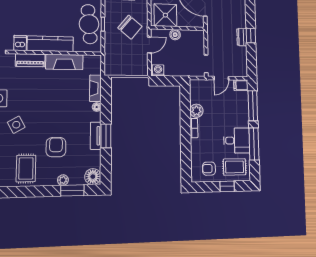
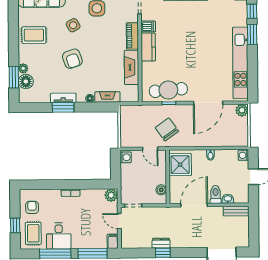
chair: (130, 27) -> (167, 129), turned 105
boiler: (175, 35) -> (161, 190), moved
kitchen counter: (50, 44) -> (148, 47), width x0.67
plant: (196, 111) -> (111, 195), moved
armchair: (56, 147) -> (72, 59), moved, turned 71
floor lamp: (93, 177) -> (26, 81), moved

